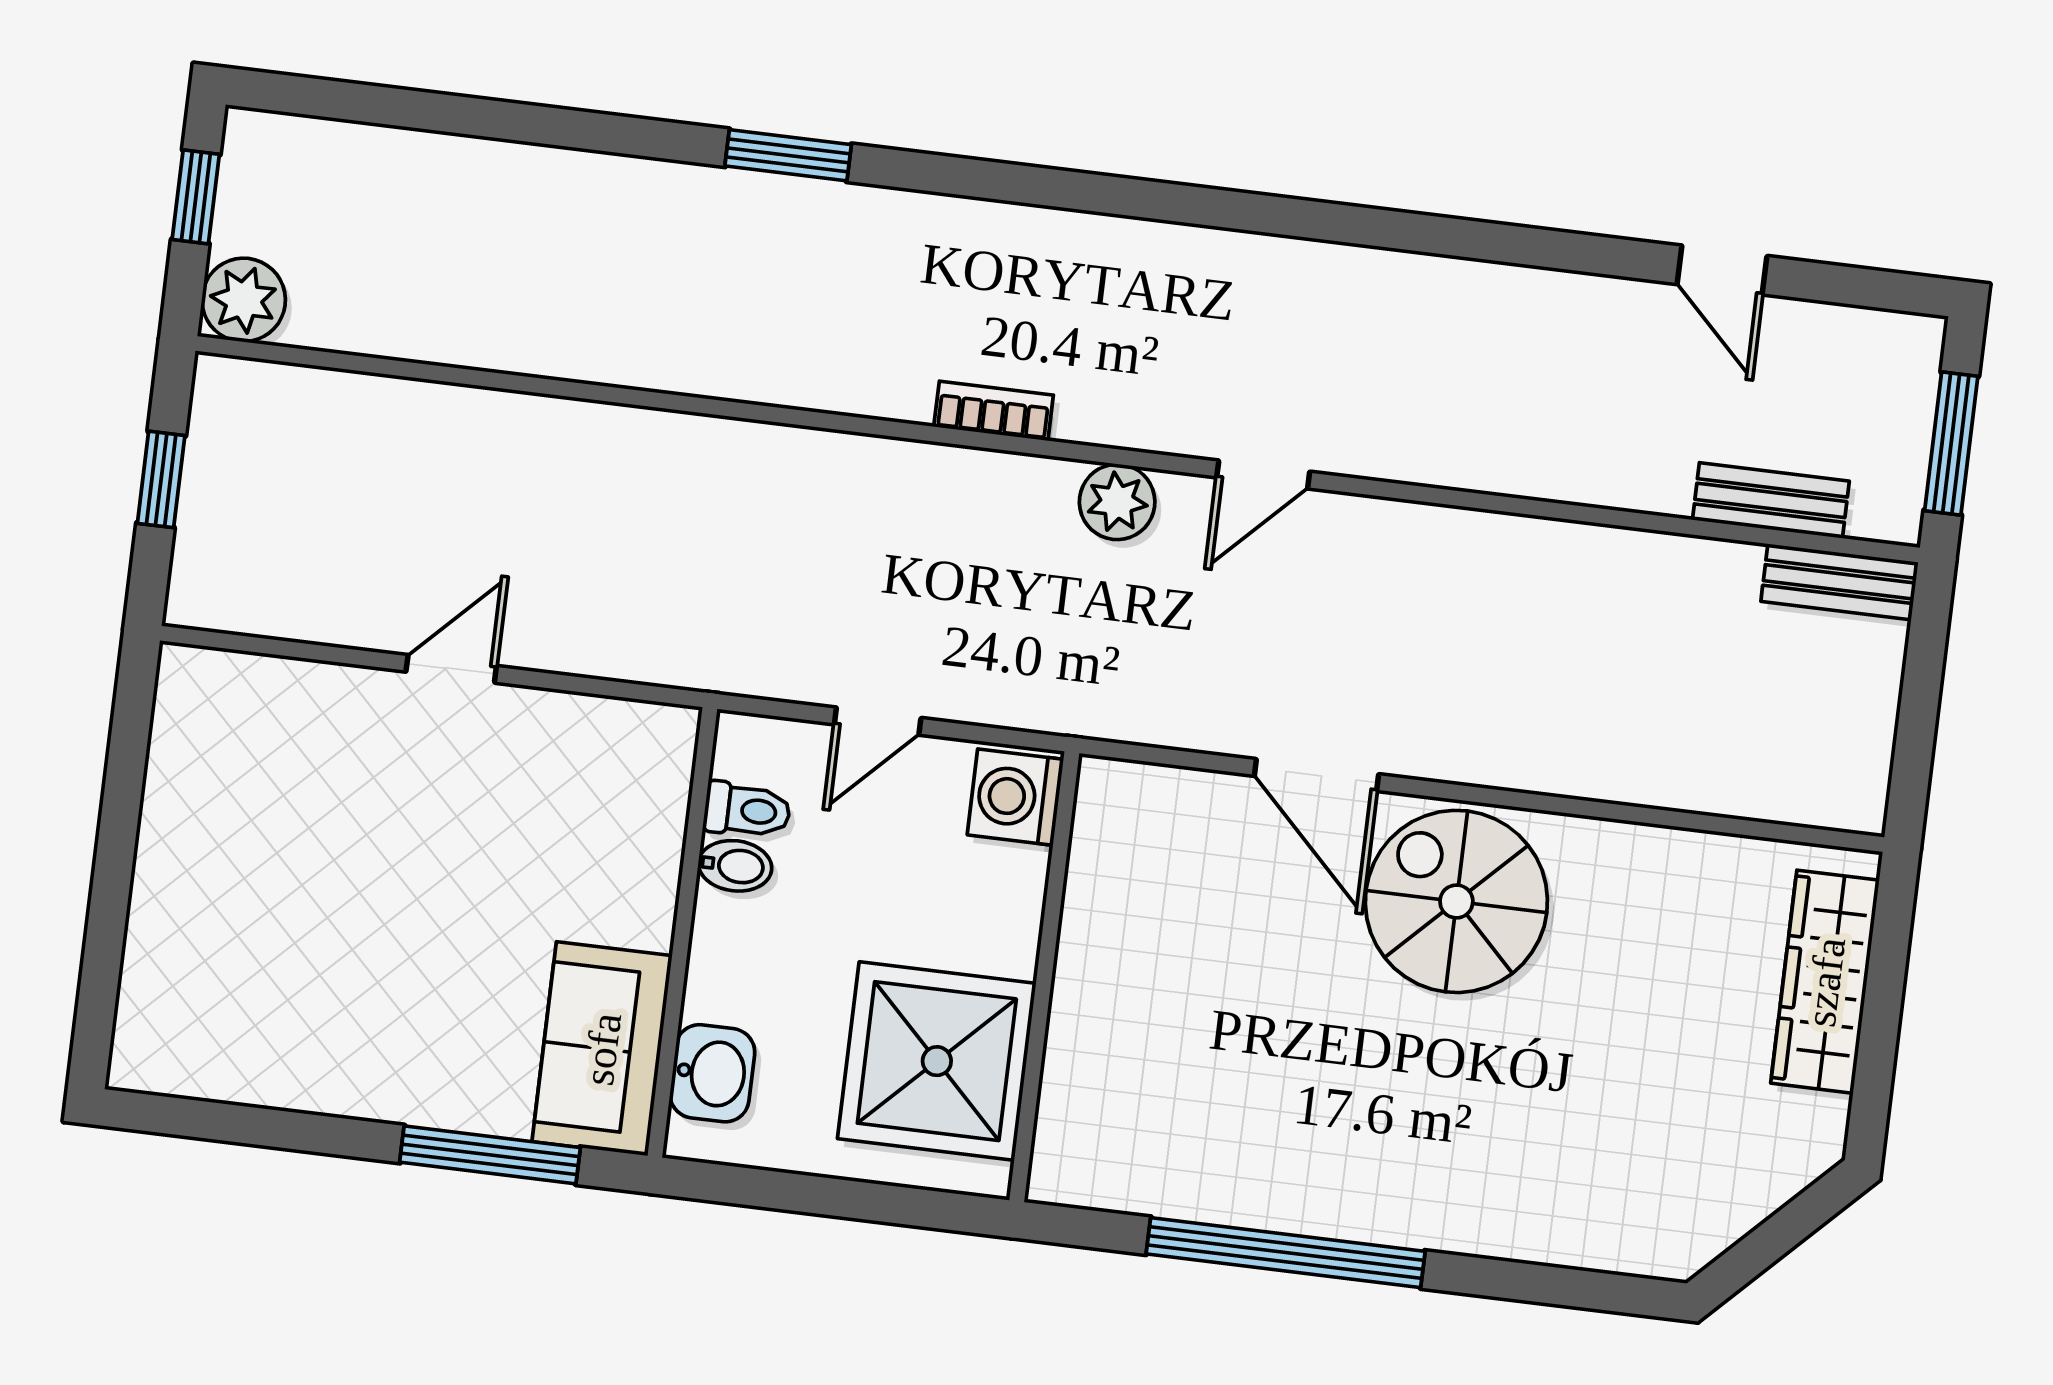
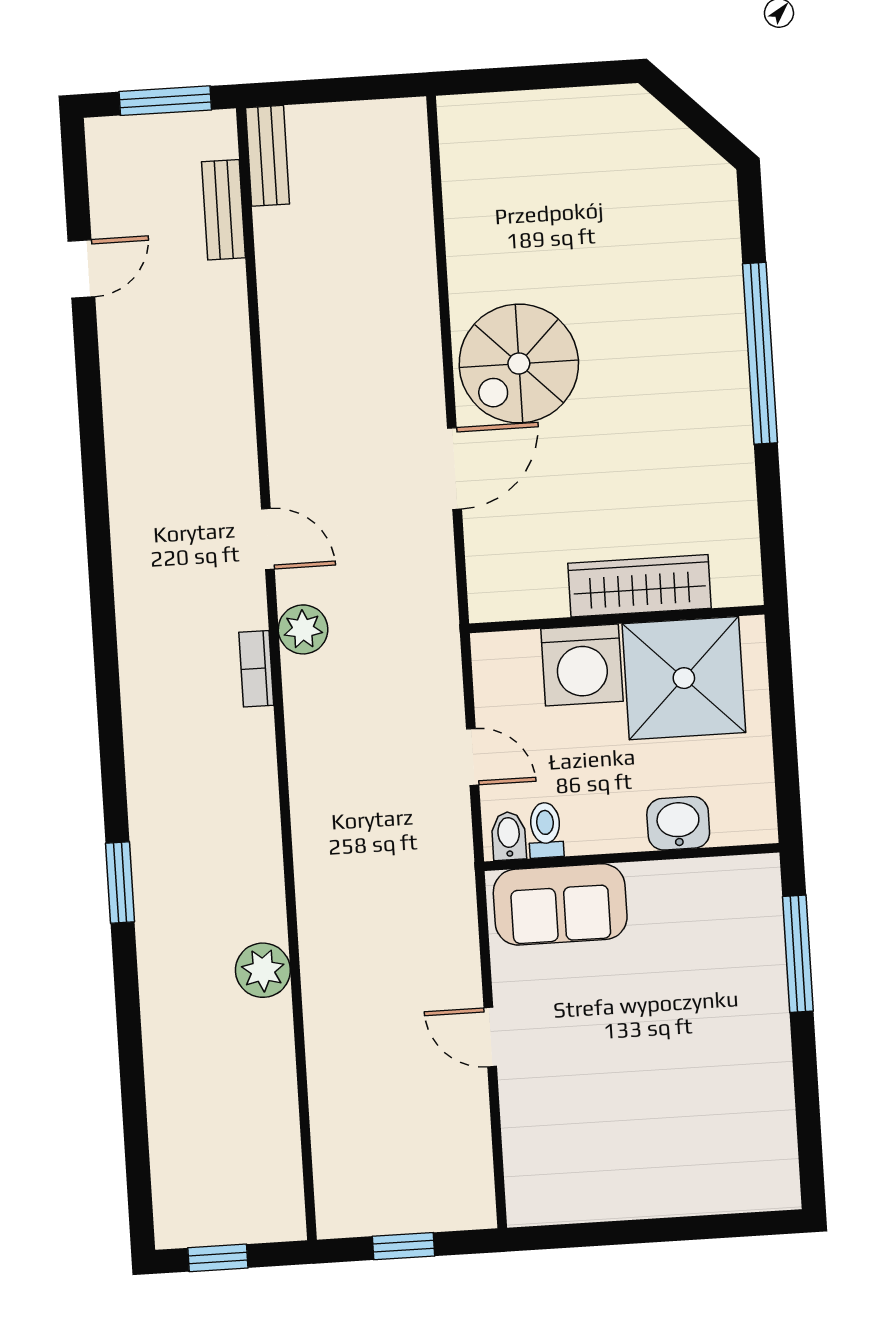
plant: (244, 300) -> (263, 970), moved
bookcase: (994, 411) -> (256, 669), moved
washing machine: (1015, 797) -> (582, 665), moved, width x1.37, depth x1.37
bidet: (735, 866) -> (509, 836), moved
wardrobe: (1825, 982) -> (639, 586), moved, turned 180
sofa: (602, 1049) -> (560, 904), moved
washbasin: (712, 1073) -> (678, 823), moved
window: (1286, 1253) -> (760, 353), moved

